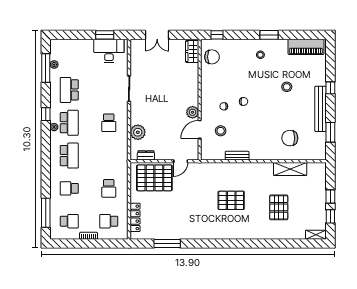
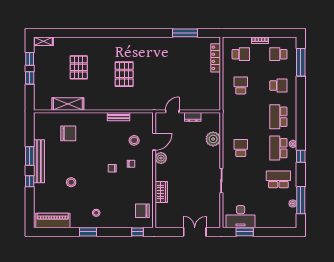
wardrobe: (192, 51) -> (161, 192), moved
school desk: (69, 90) -> (278, 179), turned -90
window: (330, 132) -> (30, 156), moved
dresser: (146, 155) -> (193, 117), moved
pallet: (154, 178) -> (197, 95), removed
pallet: (231, 200) -> (124, 74), turned 90

